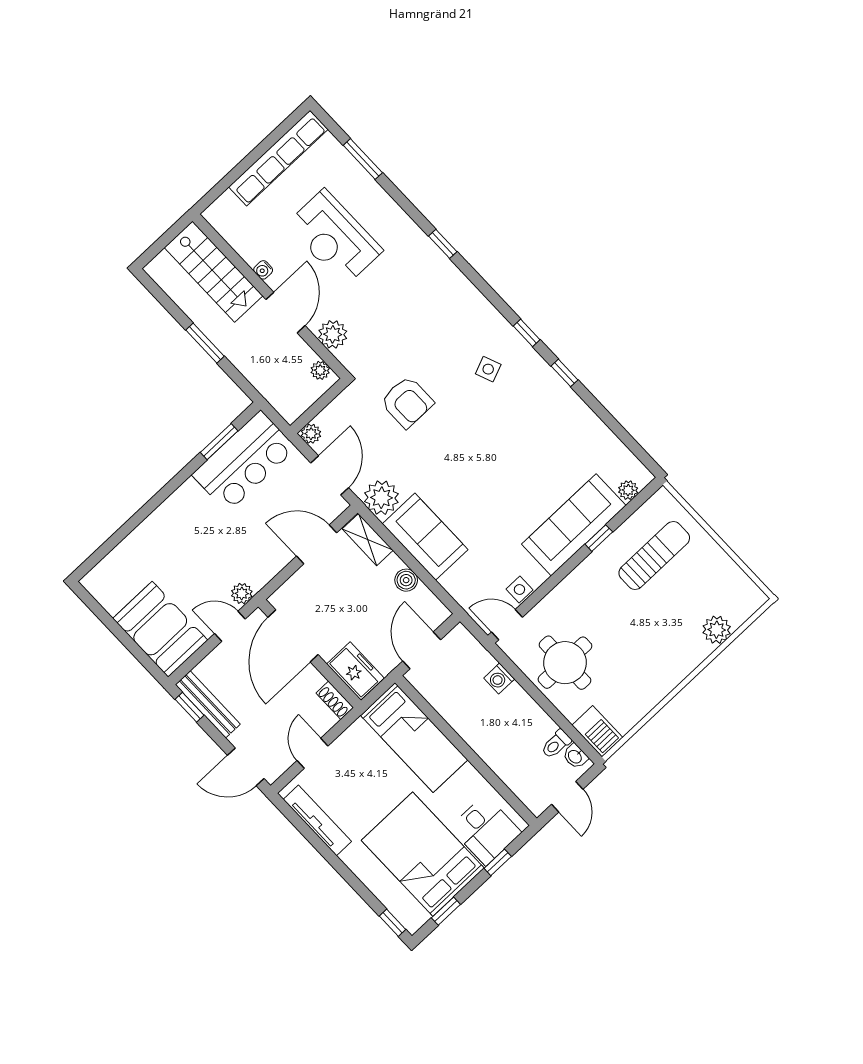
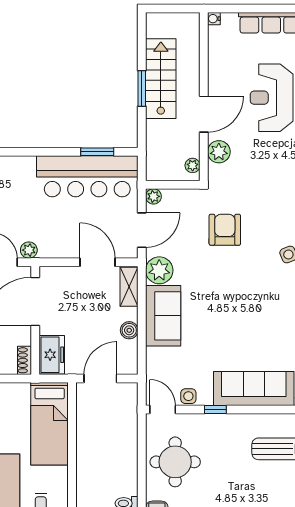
water cooler: (263, 270) -> (214, 19), moved
stairs: (213, 272) -> (161, 79), moved, turned 180
armchair: (407, 402) -> (225, 230), turned 180
bar counter: (244, 461) -> (87, 176), width x1.36
window: (599, 538) -> (215, 409), moved
washing machine: (499, 679) -> (129, 436), removed

